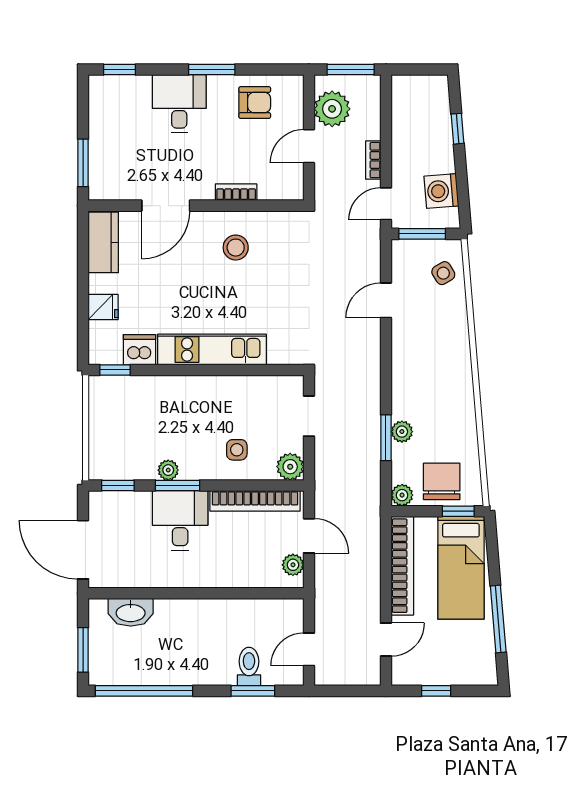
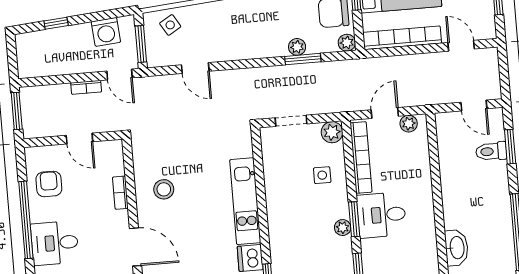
window: (212, 70) -> (26, 220), width x2.11
plant: (332, 109) -> (49, 123), removed

